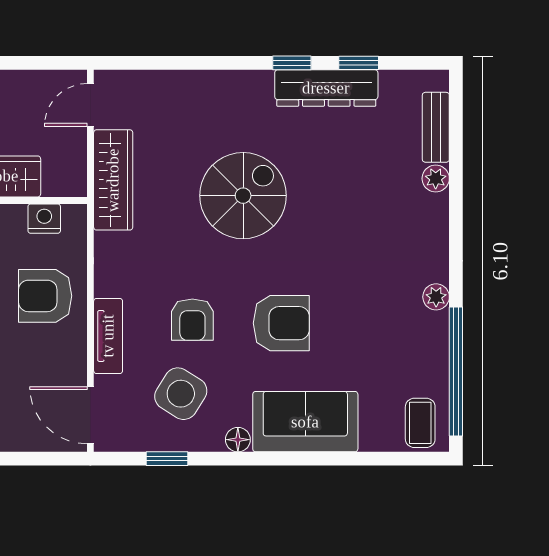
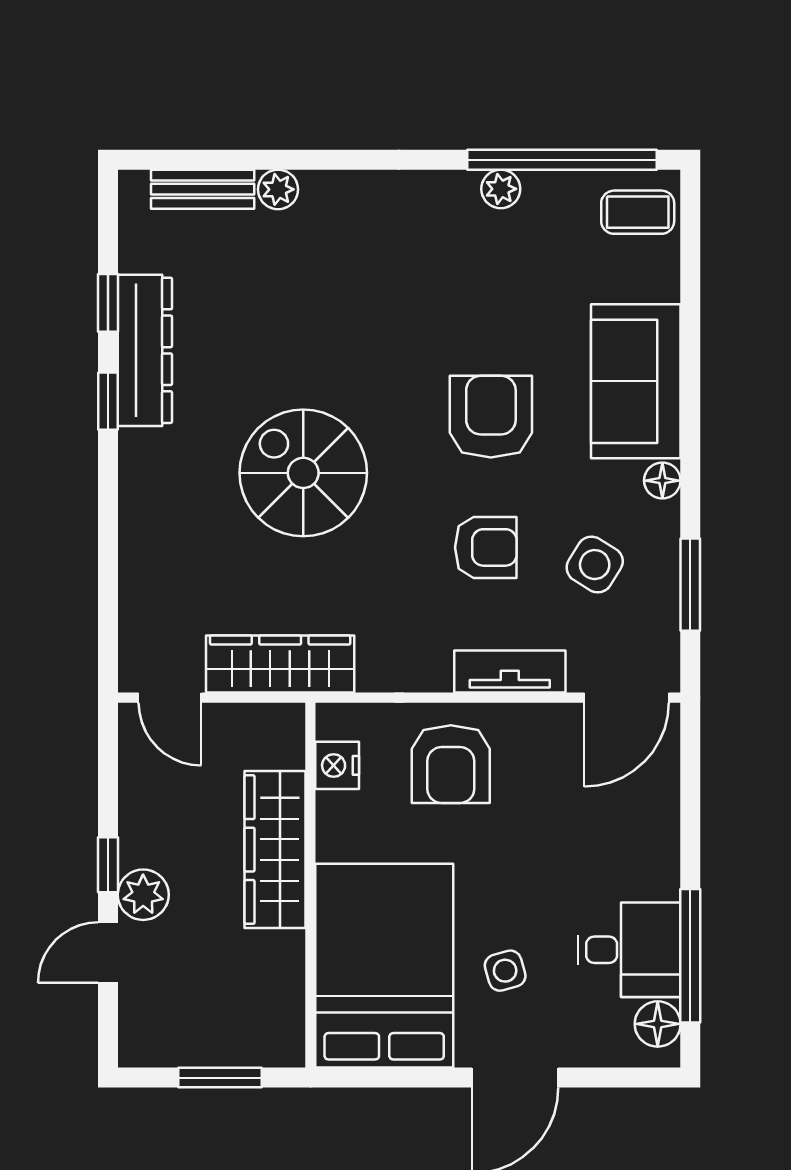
plant: (436, 297) -> (501, 189), moved
side table: (181, 394) -> (595, 565), width x0.73, depth x0.73
window: (167, 459) -> (690, 585), width x1.50

